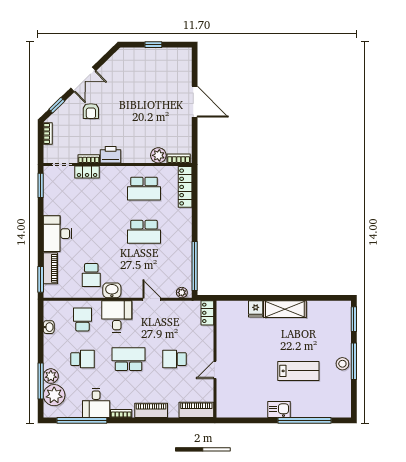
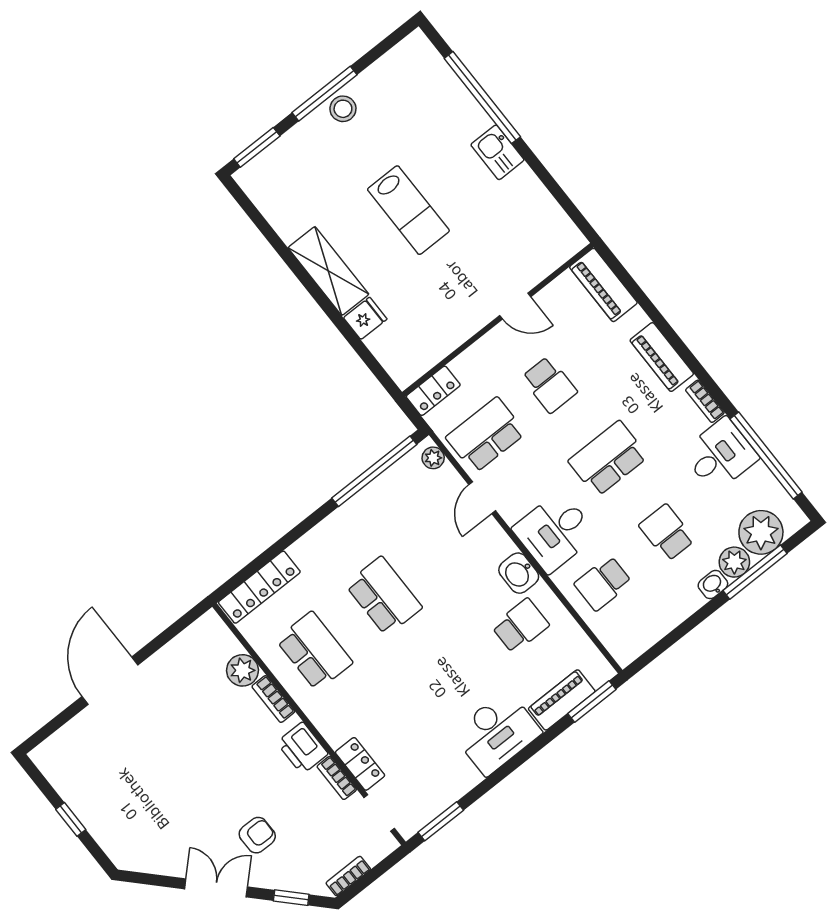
bookcase: (179, 158) -> (273, 699), moved
school desk: (175, 319) -> (486, 435), added
washbasin: (49, 327) -> (713, 585), moved
school desk: (129, 359) -> (608, 459), turned 90
lab bench: (298, 371) -> (408, 210), moved, turned 180

